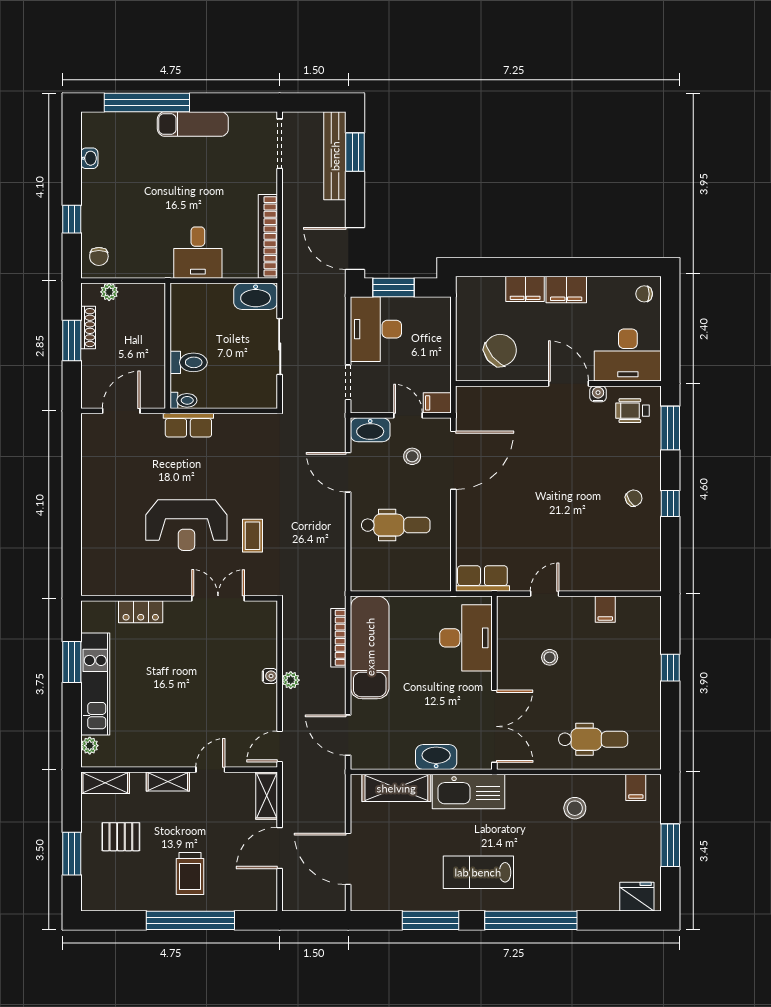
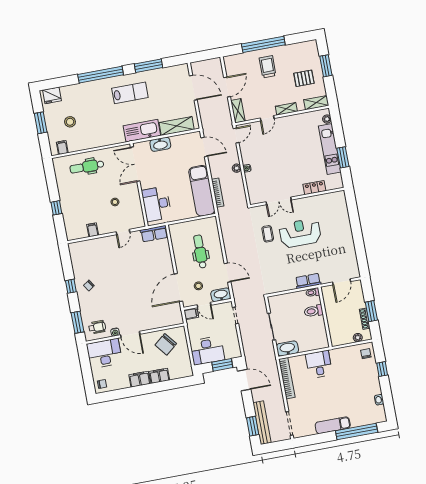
desk: (376, 329) -> (207, 351), moved, turned 90
dental chair: (396, 525) -> (200, 252), turned 90
stool: (575, 808) -> (70, 122), moved

